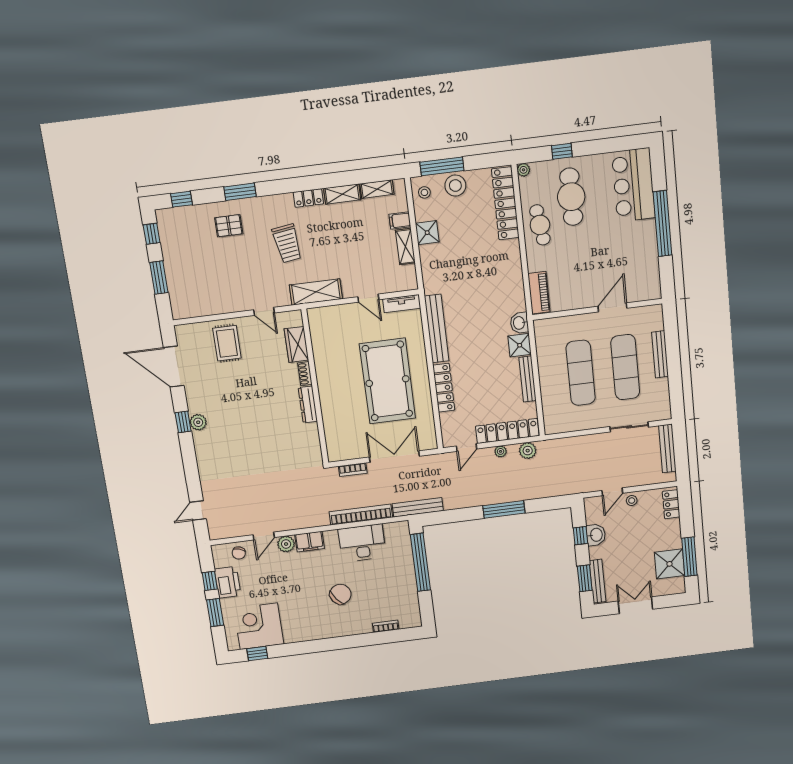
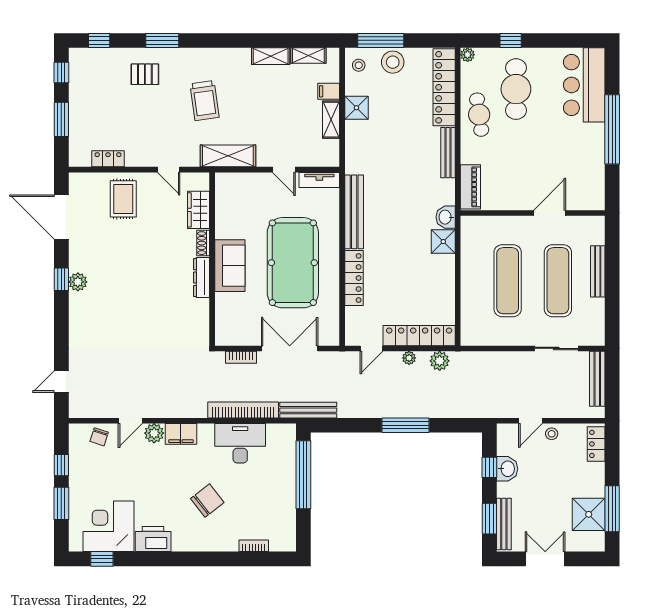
locker: (308, 198) -> (108, 159), moved, turned 180
bench: (528, 379) -> (448, 153), moved
sofa: (332, 391) -> (230, 266), added
printer: (228, 582) -> (153, 539), moved, turned -90

